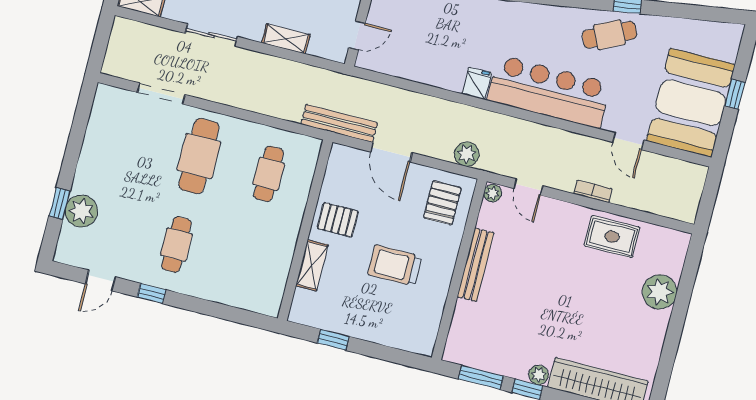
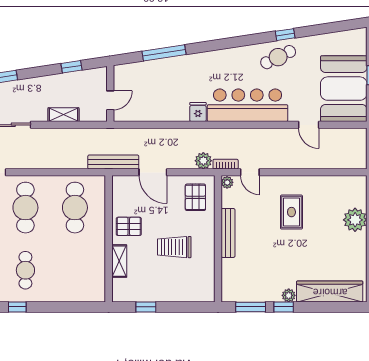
cafe table: (269, 174) -> (75, 208), width x1.37, depth x1.35
bookcase: (593, 191) -> (226, 164), moved
rug: (612, 237) -> (291, 212), moved, turned 90

